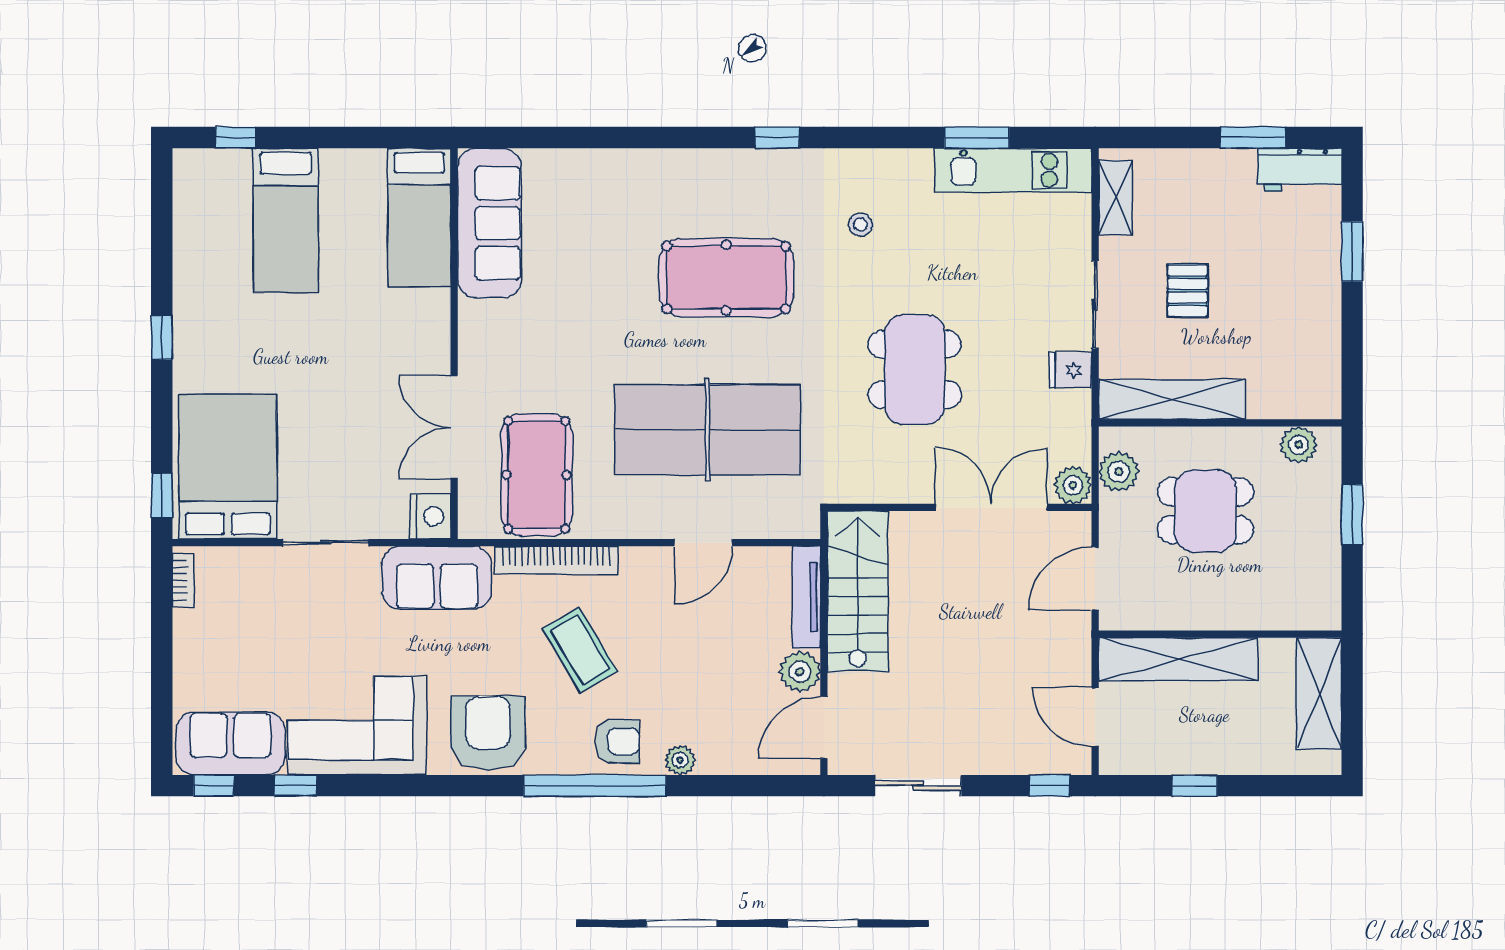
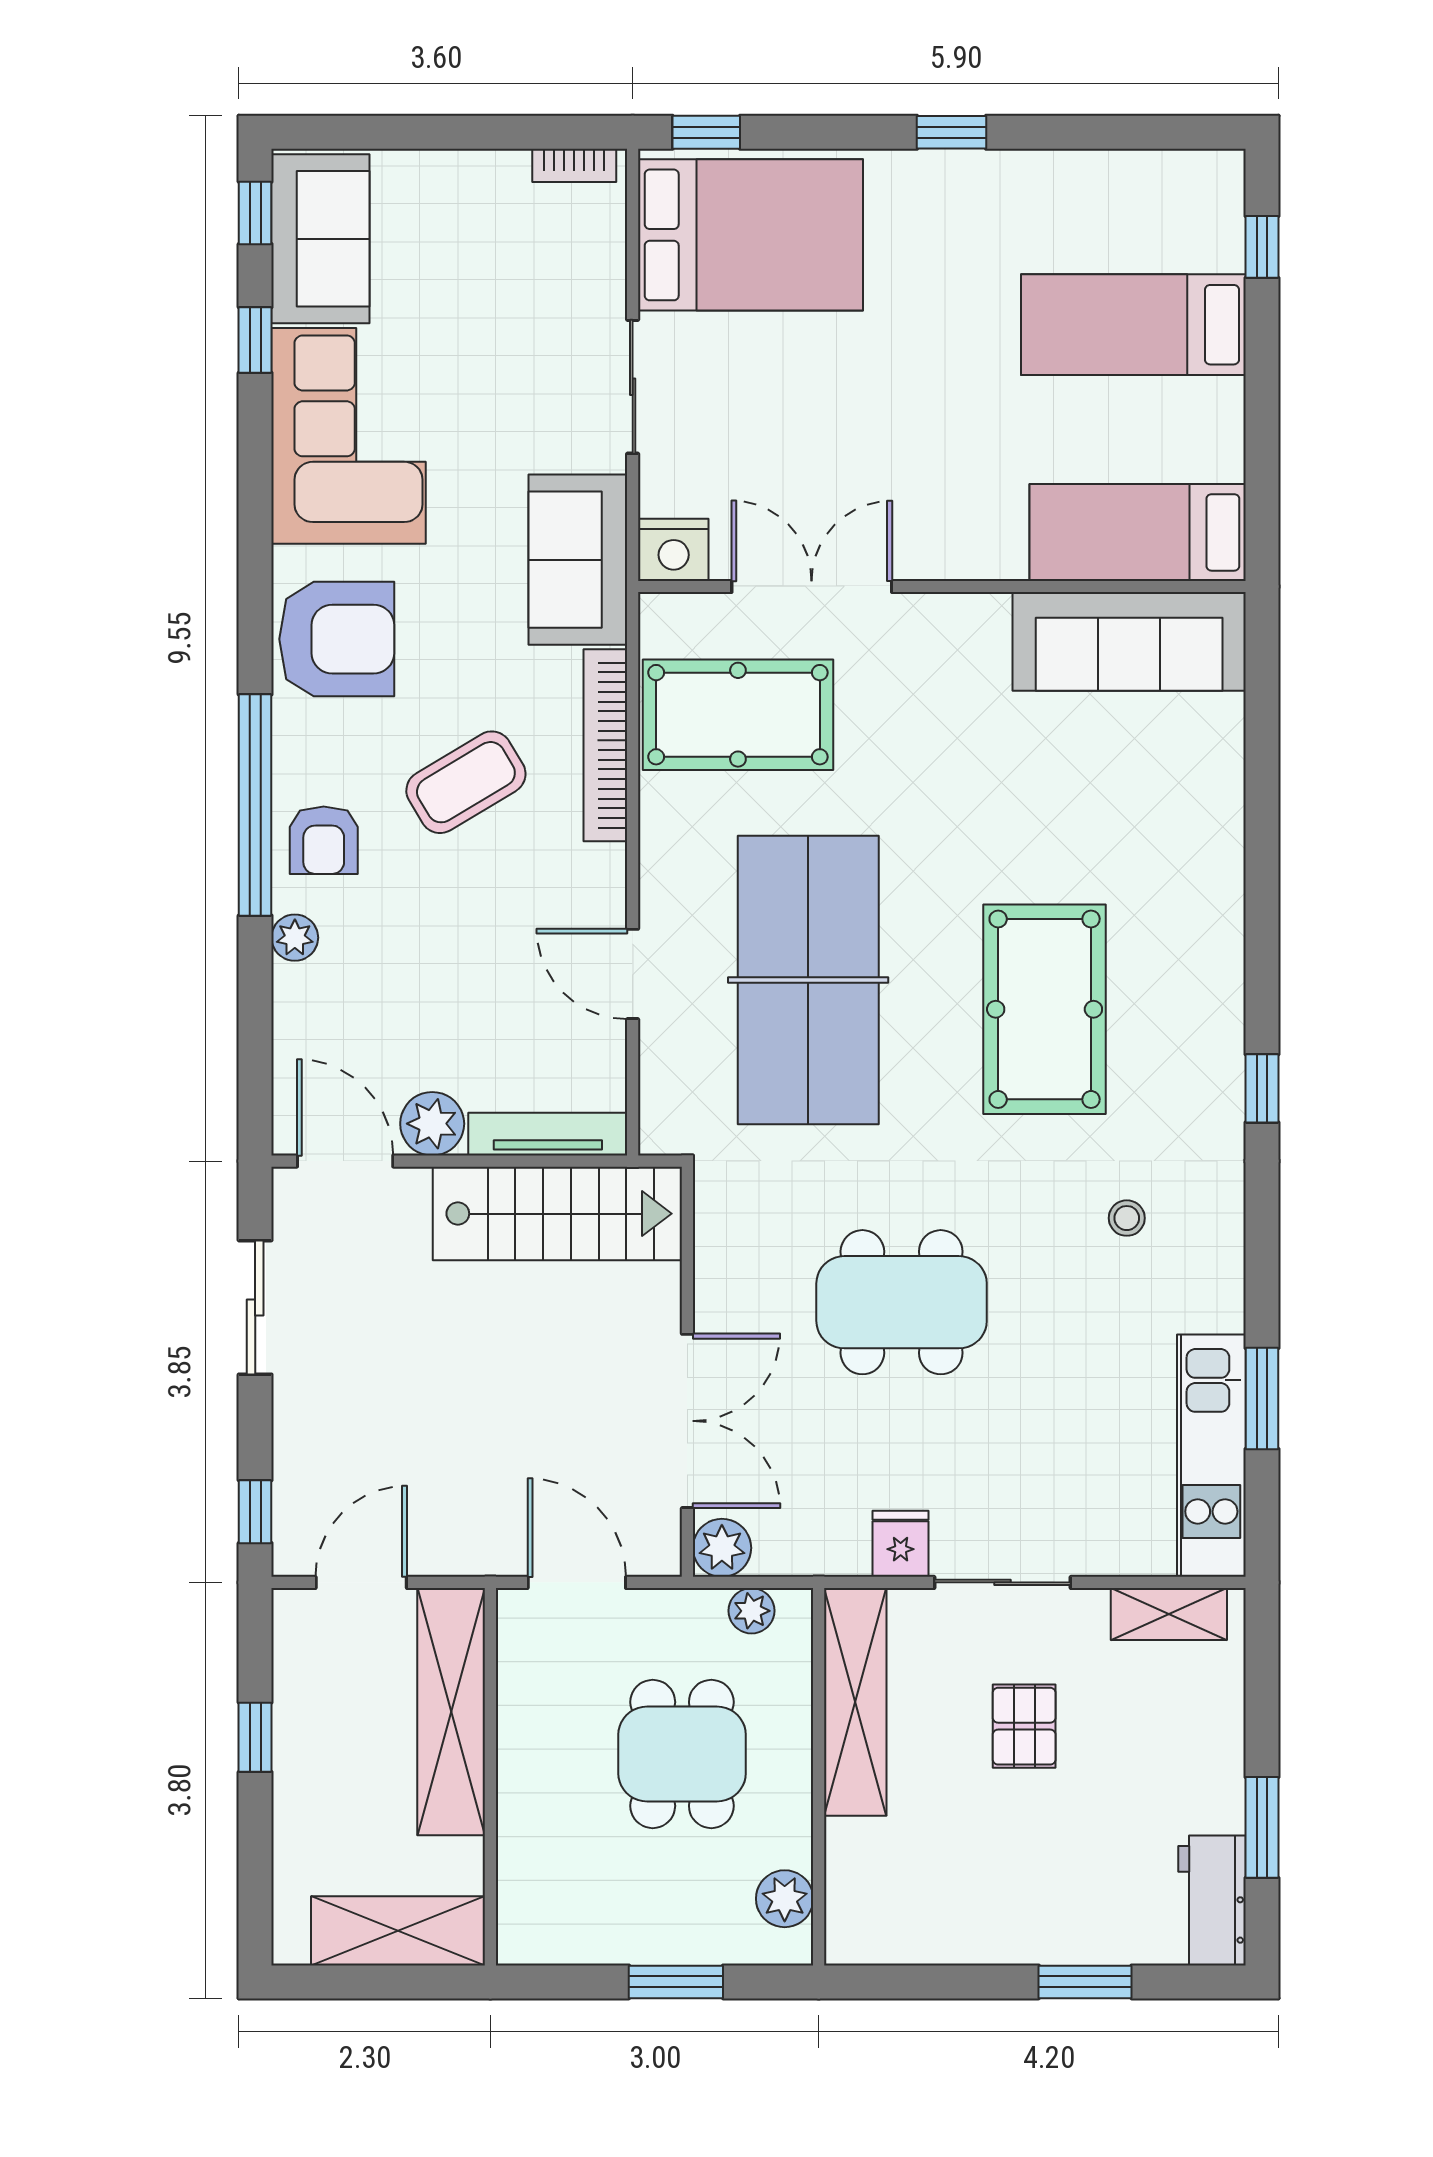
pallet: (1188, 291) -> (1024, 1726), turned 90
plant: (1119, 472) -> (751, 1611), width x0.73, depth x0.73

